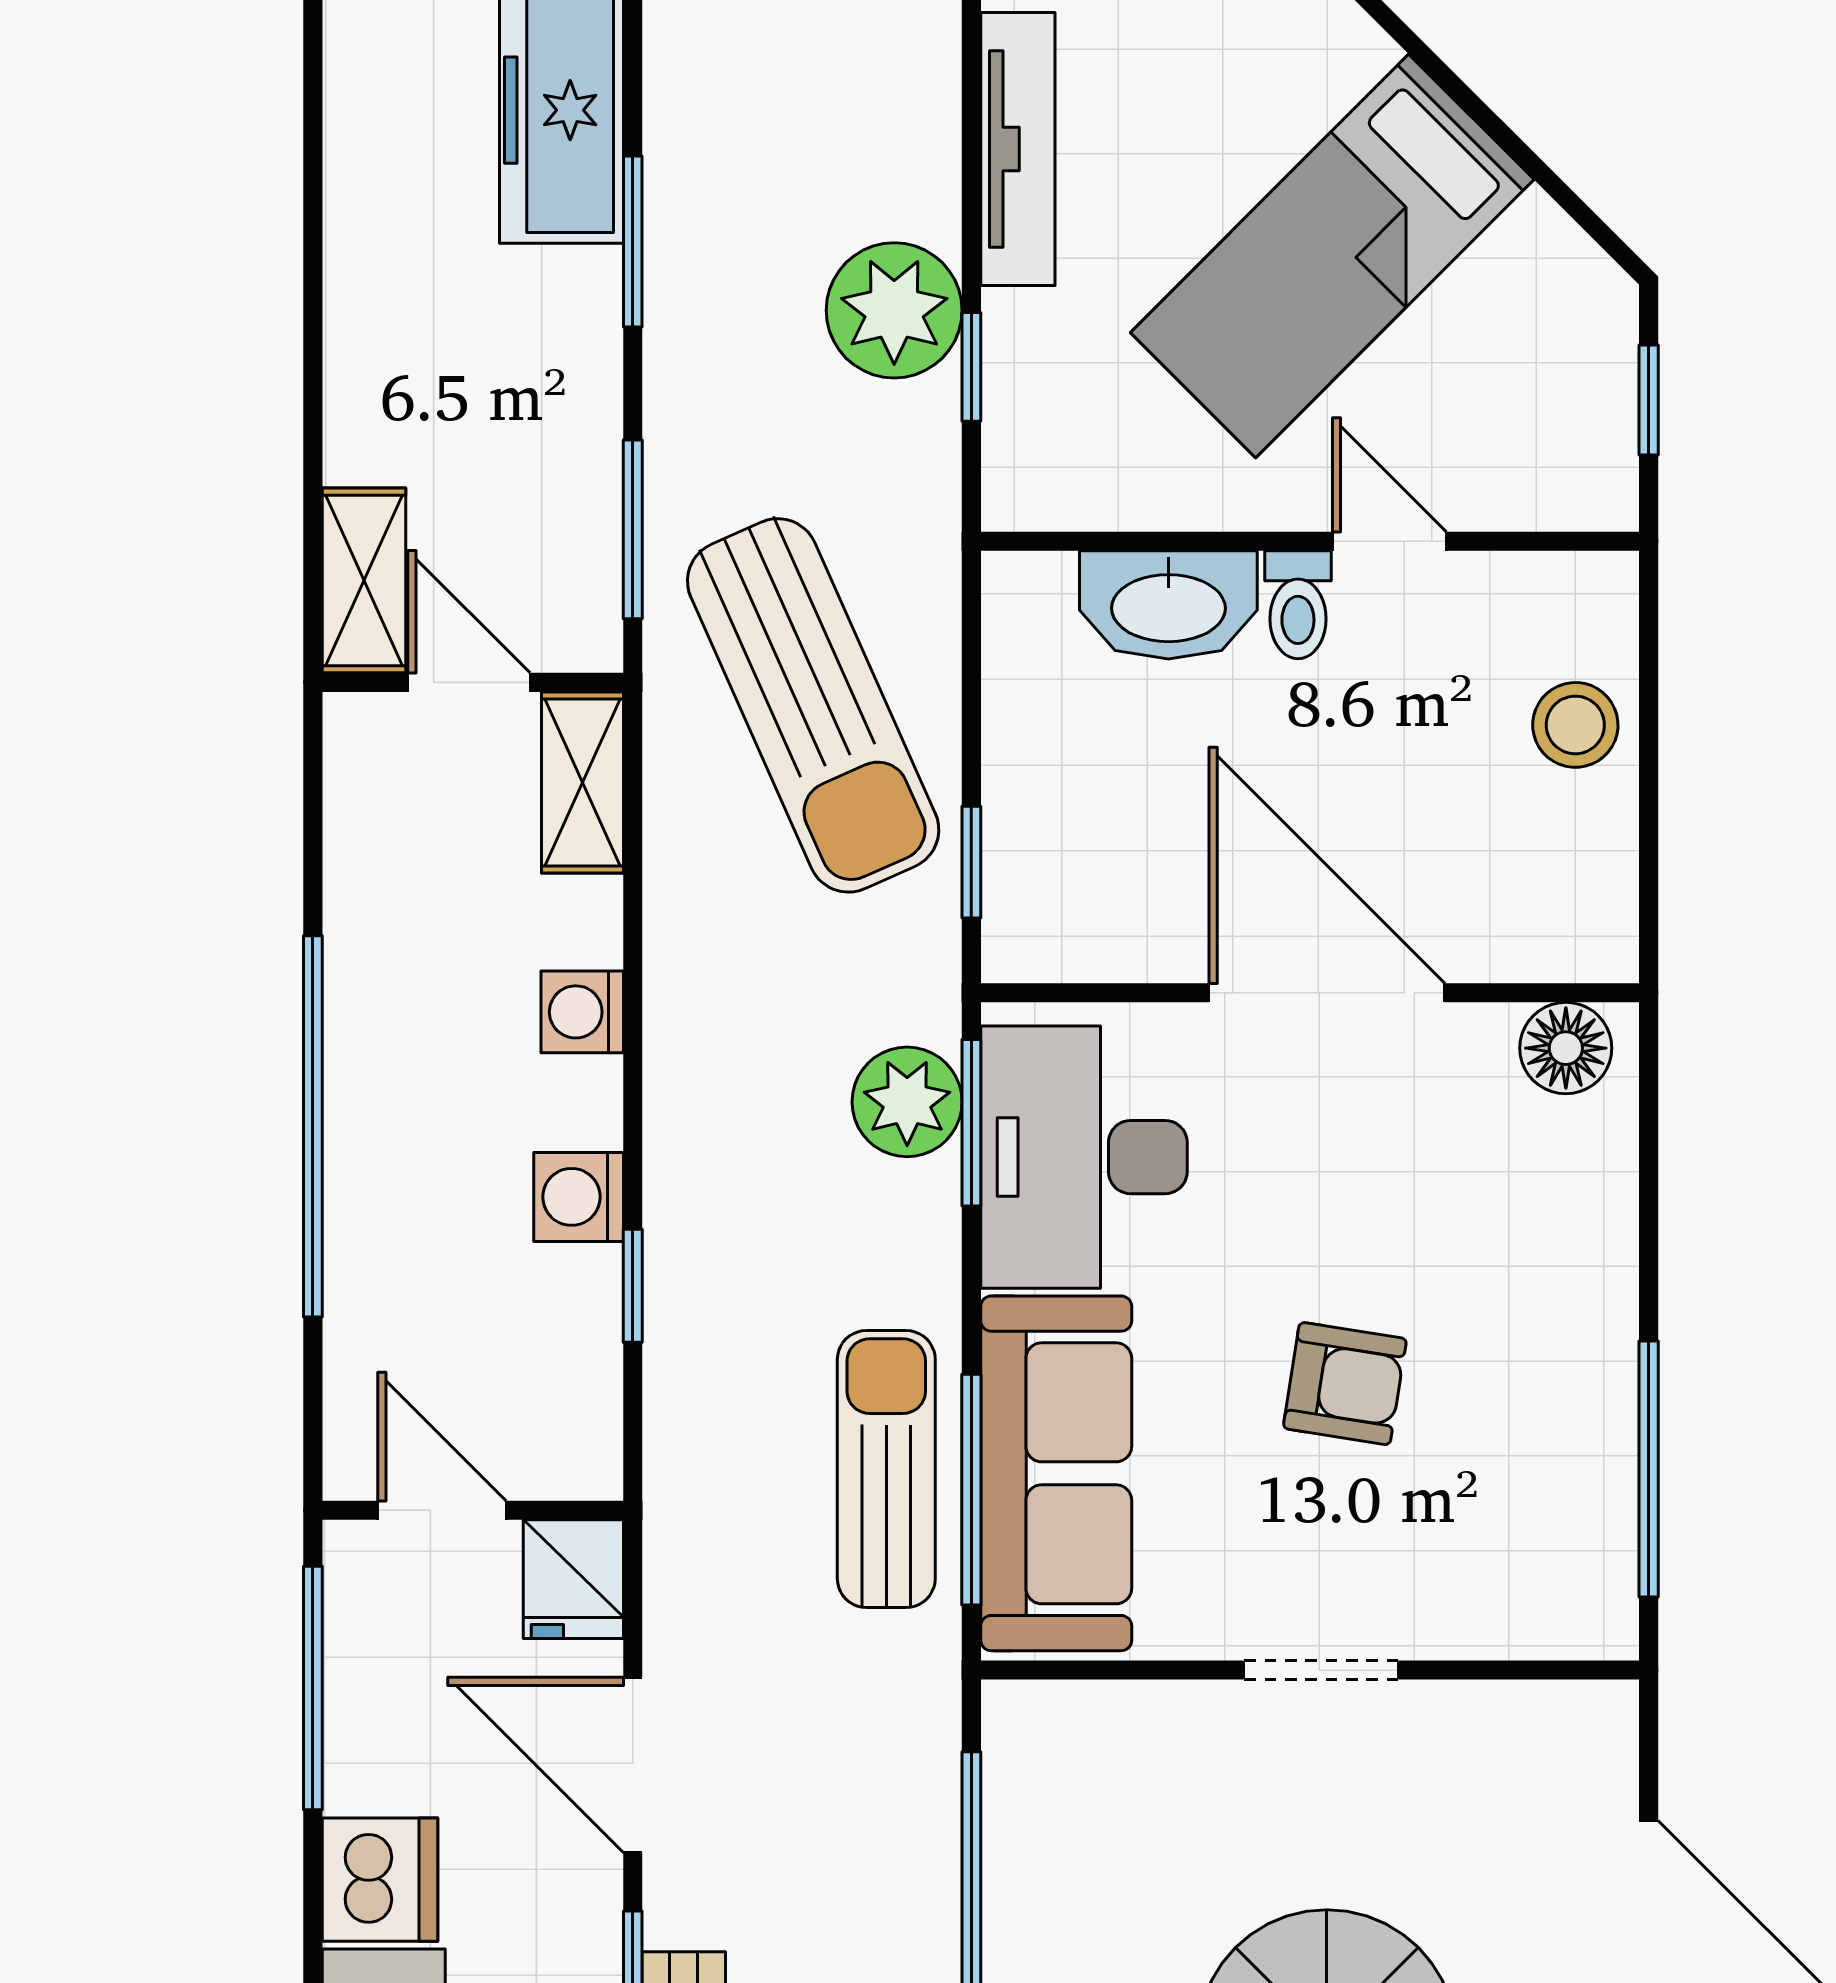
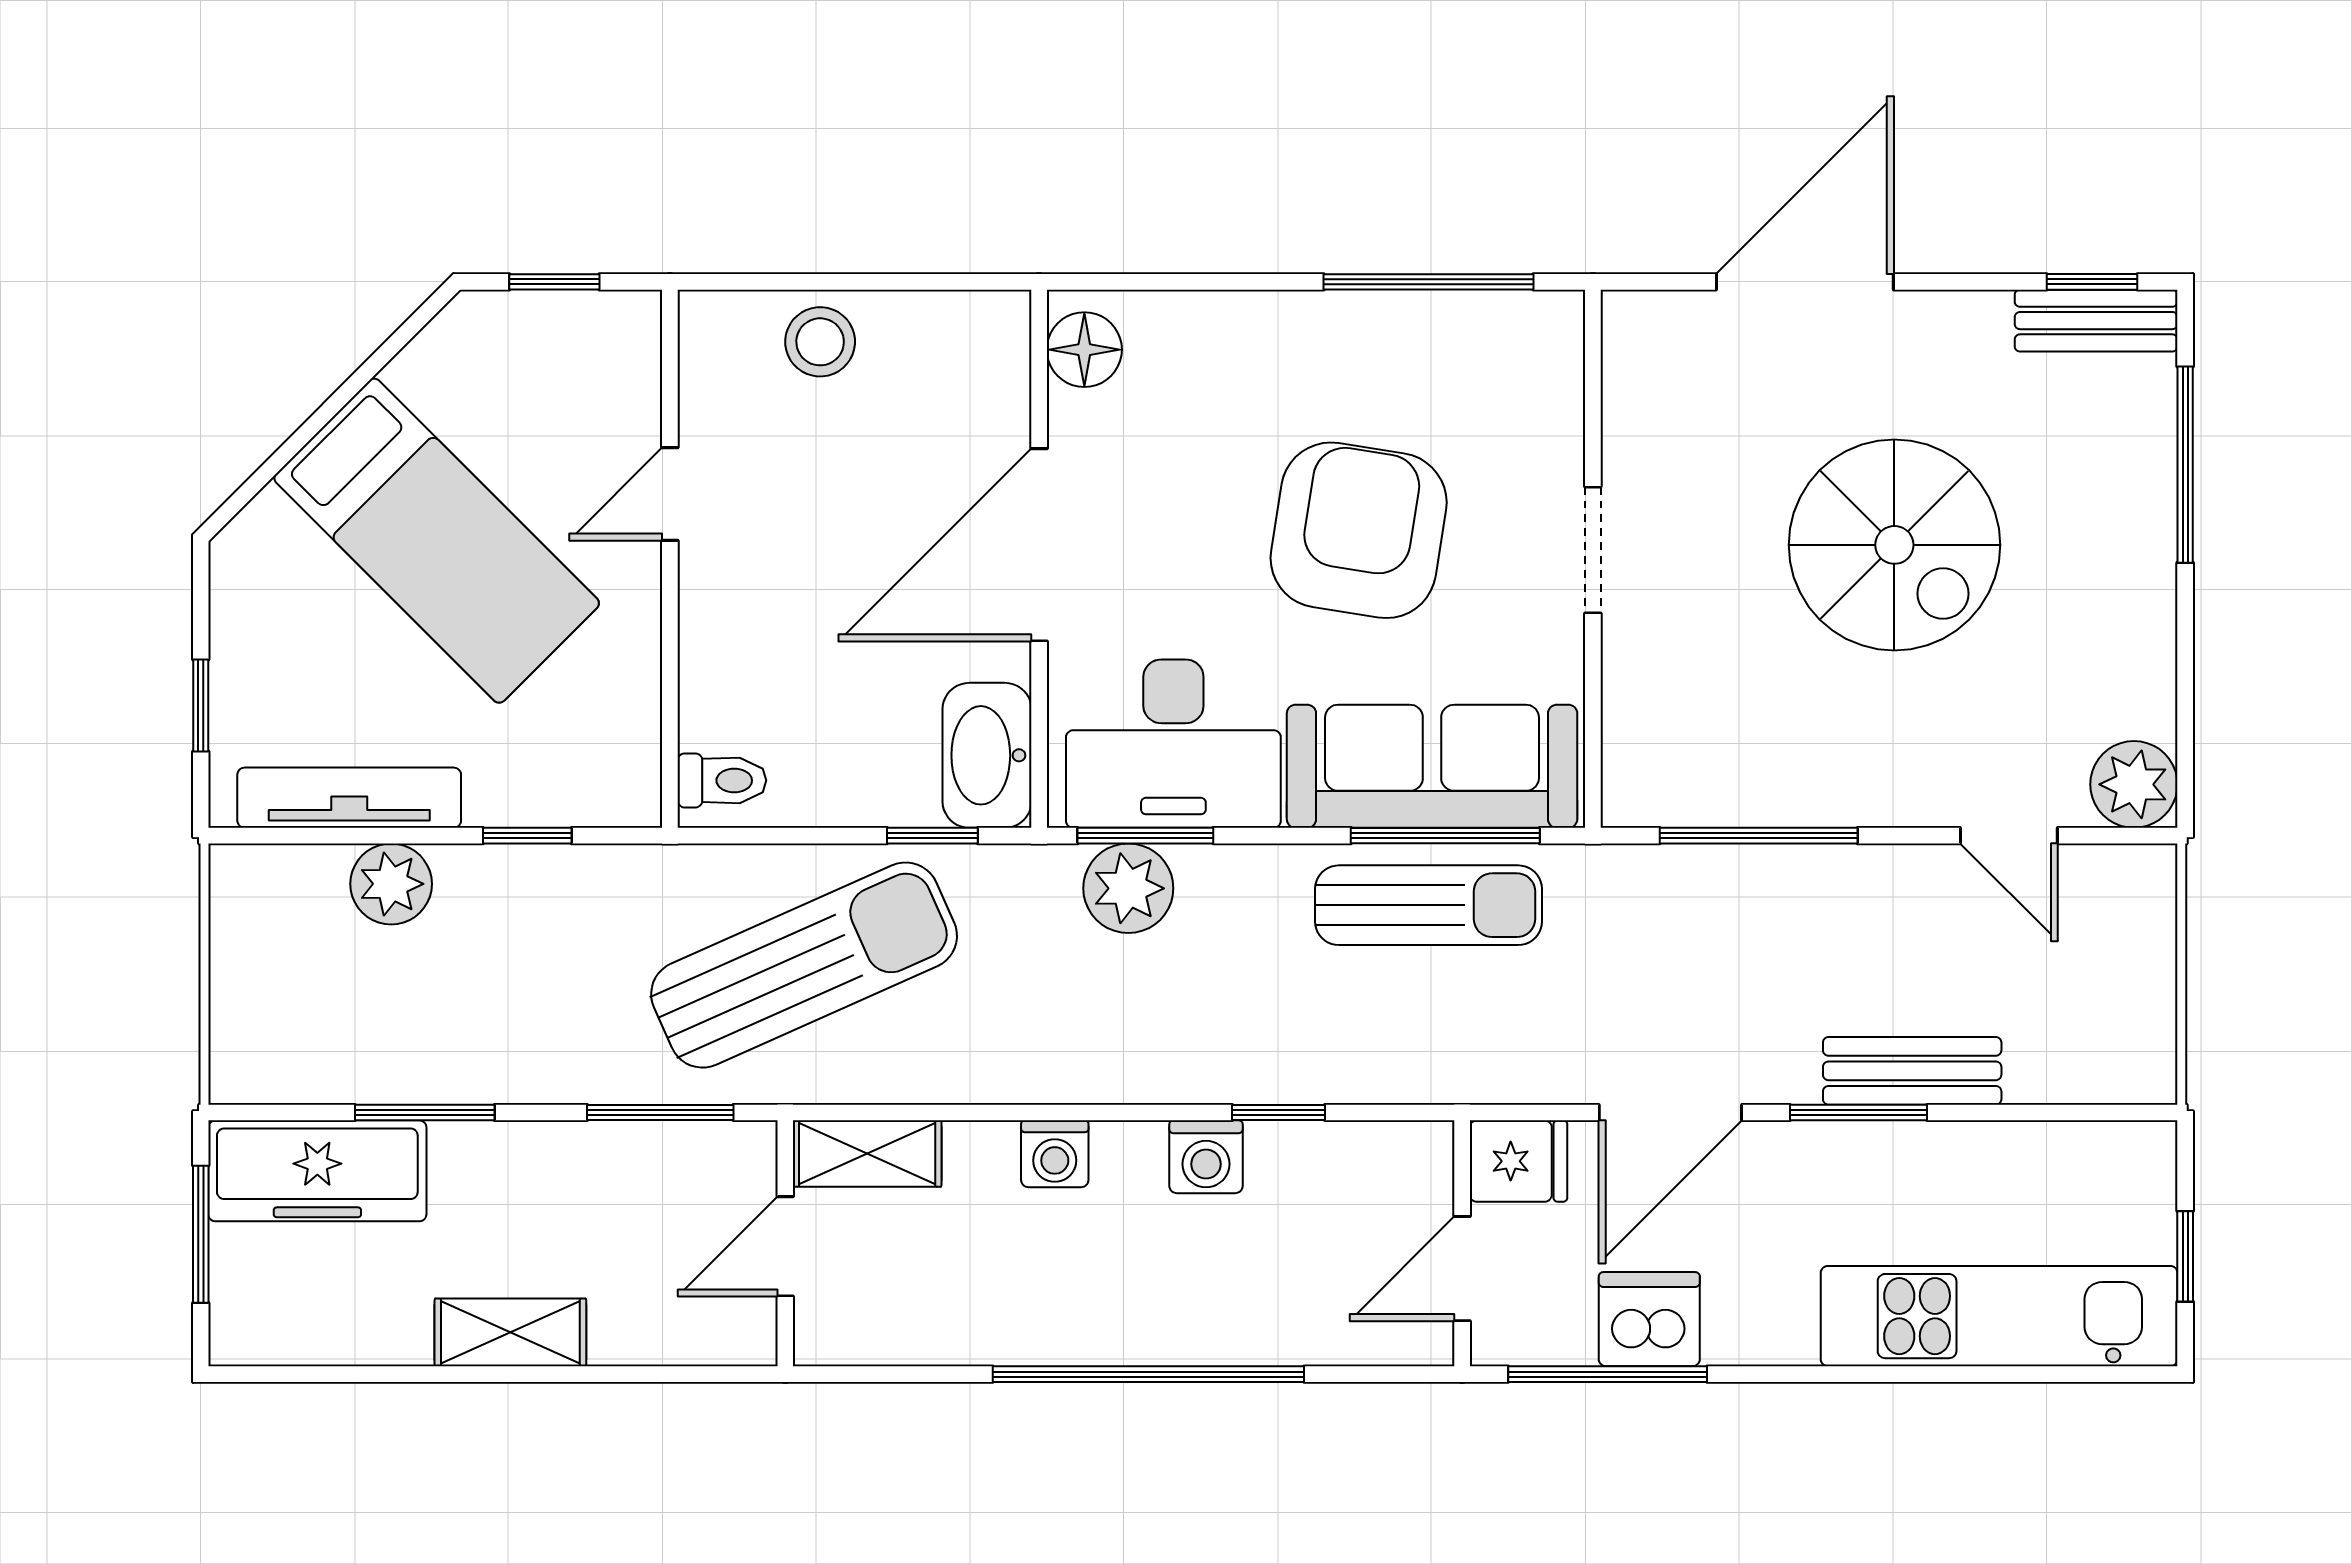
plant: (894, 310) -> (391, 884), moved, width x0.73, depth x0.73
shelving: (364, 580) -> (510, 1332), moved
washbasin: (1168, 605) -> (987, 755), moved, turned 180
toilet: (1298, 605) -> (722, 780), moved
armchair: (1345, 1384) -> (1359, 530), width x1.88, depth x1.88
sun lounger: (886, 1469) -> (1428, 905), turned 180
dishwasher: (380, 1880) -> (1649, 1319), moved

